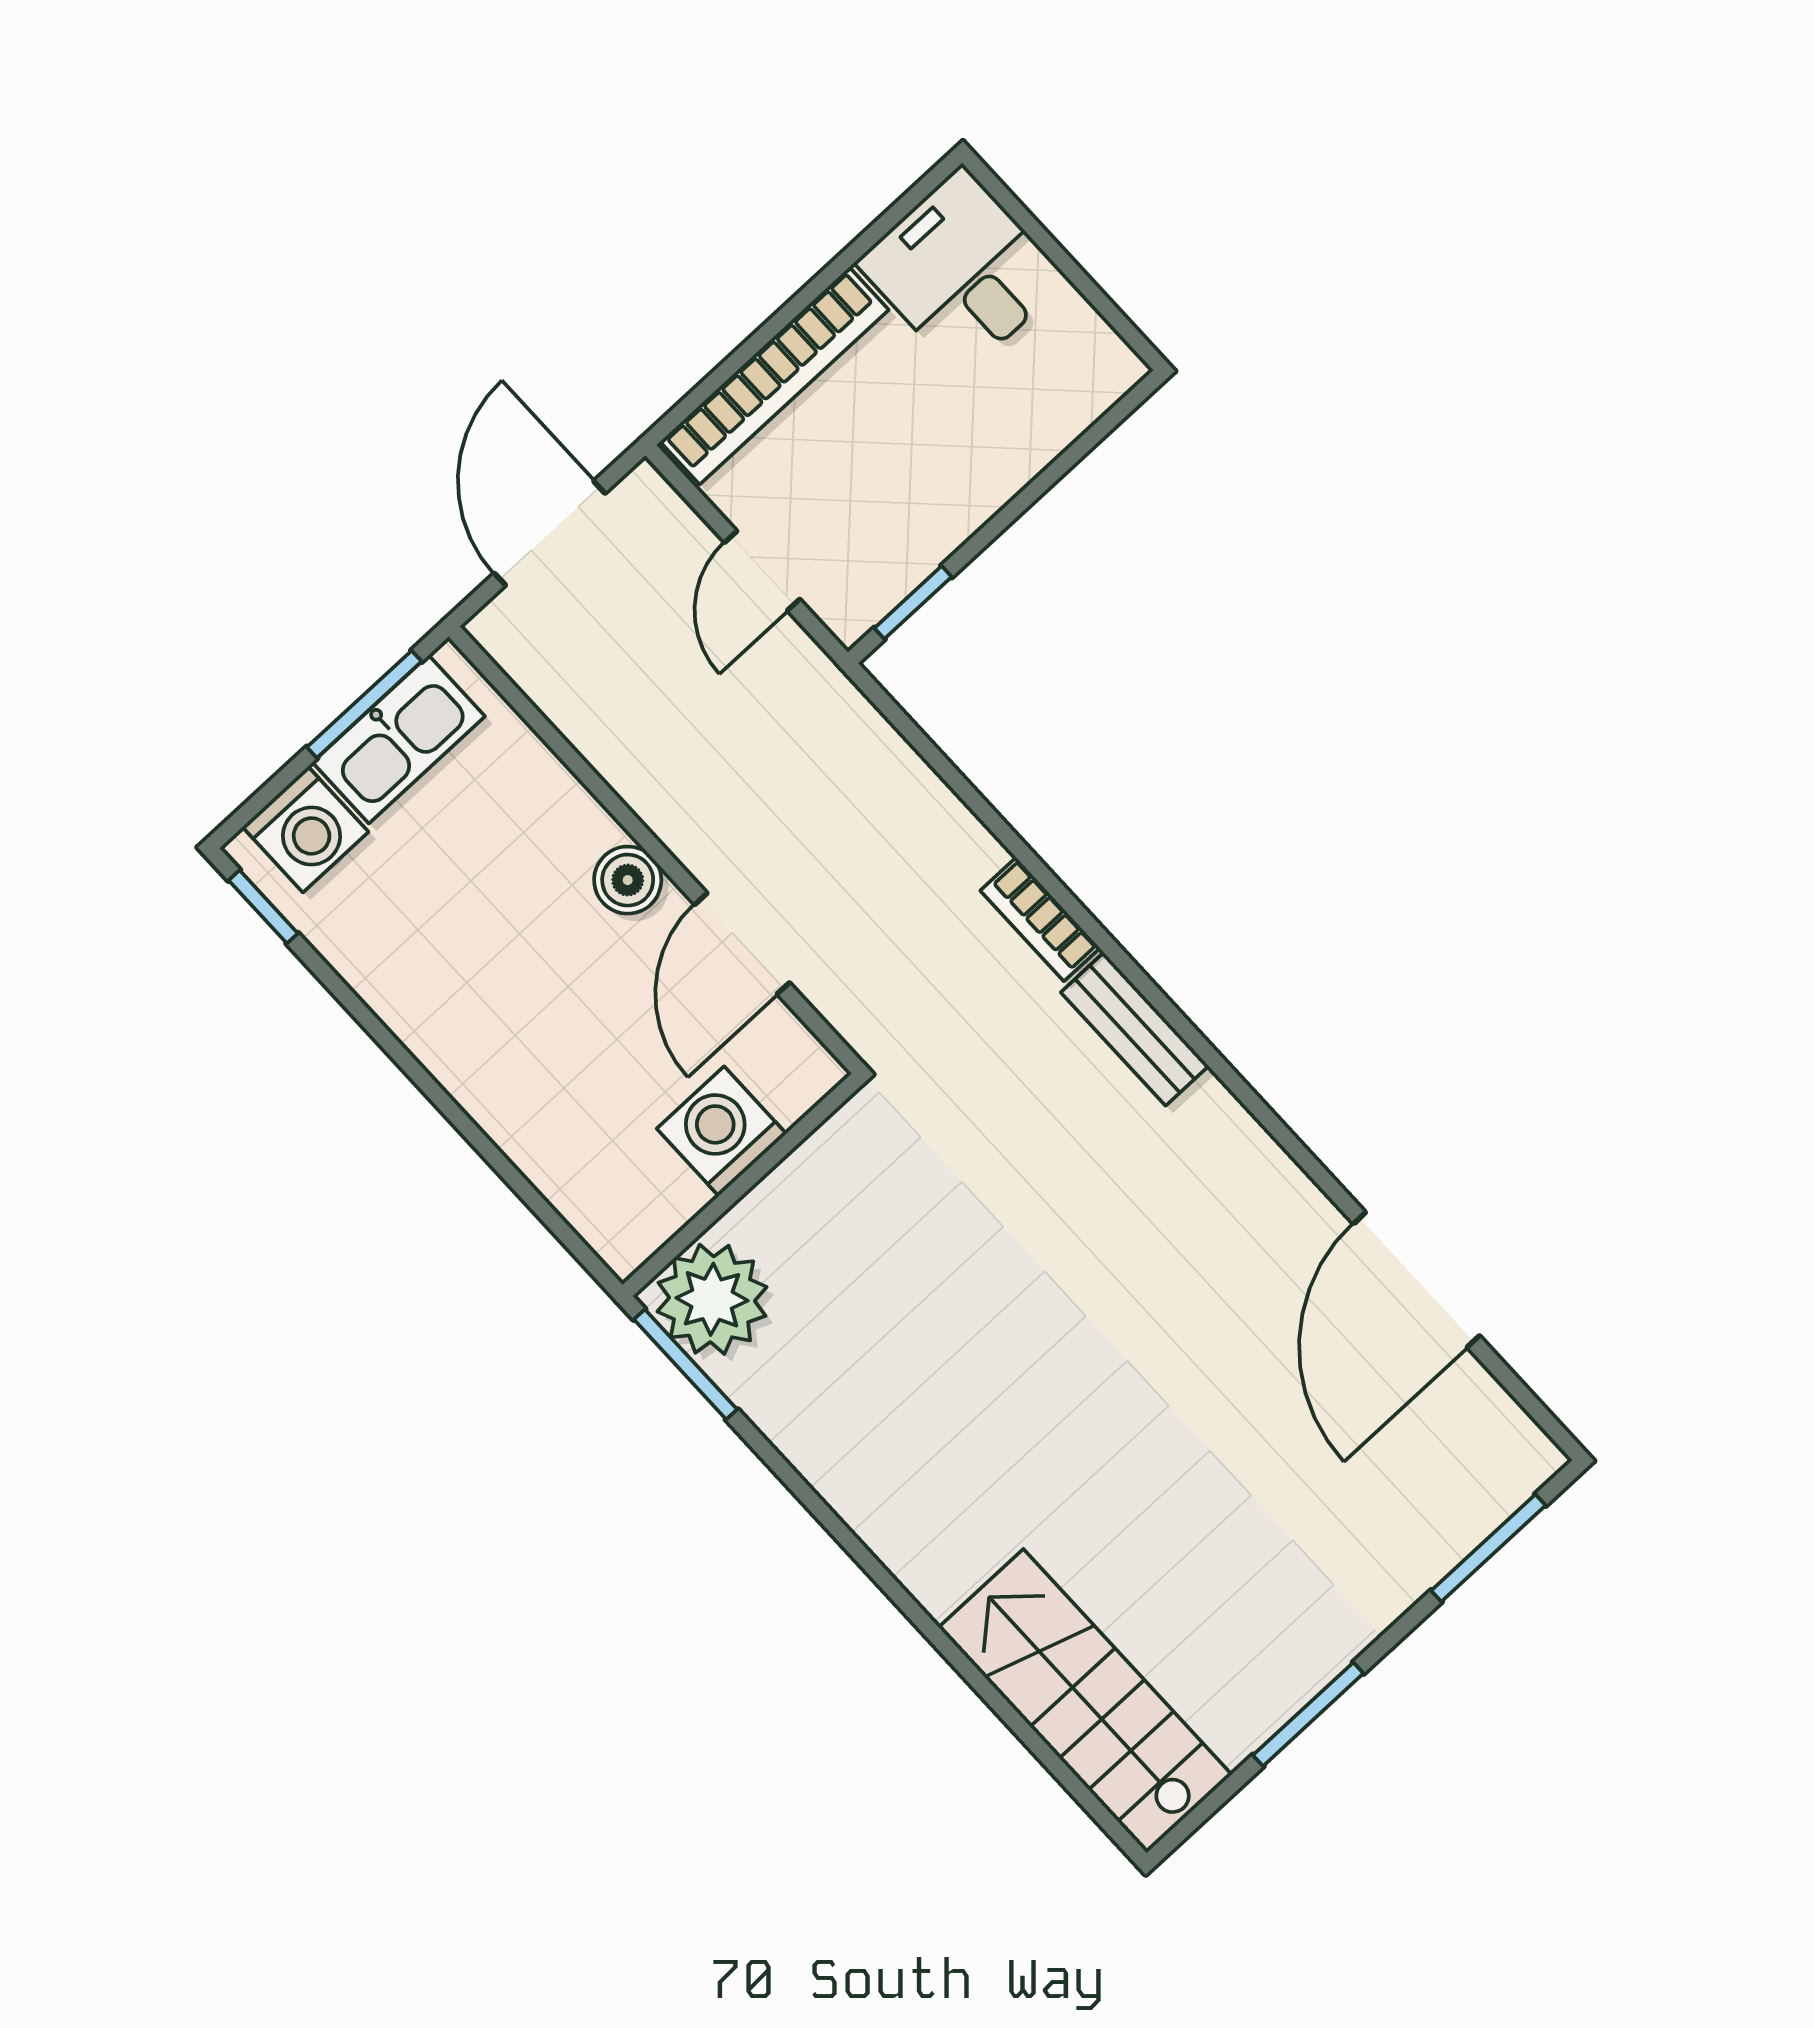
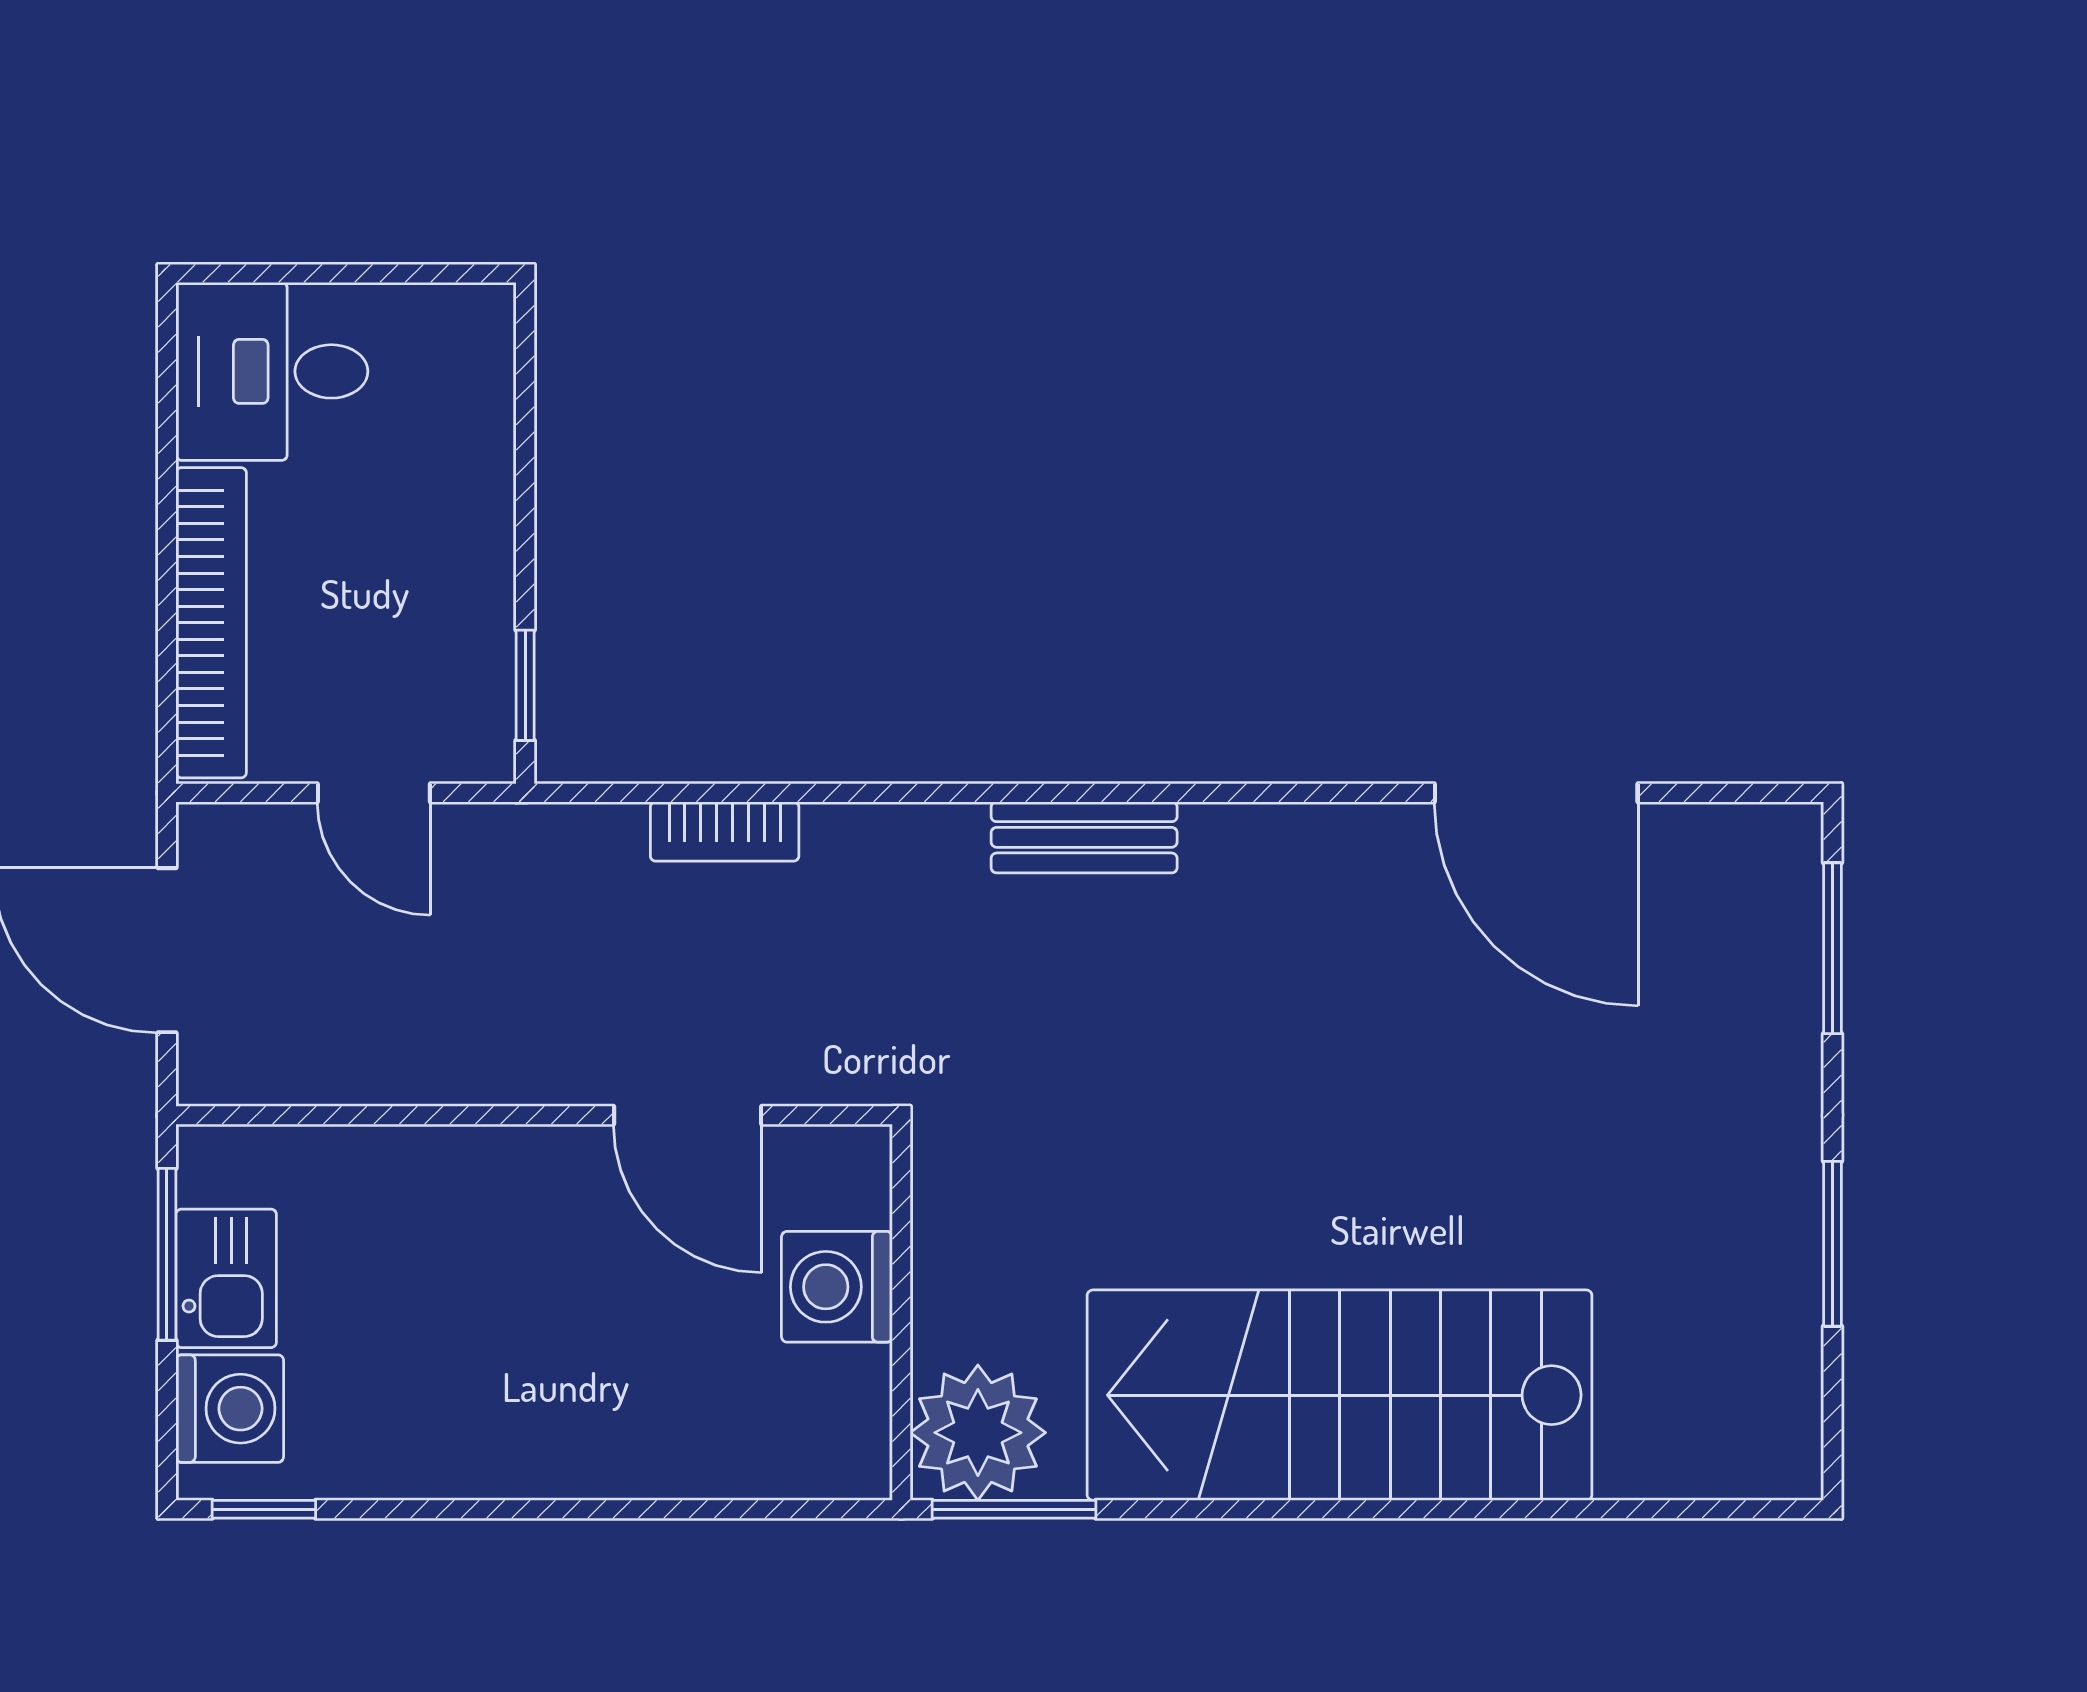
kitchen sink: (399, 739) -> (226, 1278), width x0.73
boiler: (628, 880) -> (538, 1165), removed
bookcase: (1040, 919) -> (725, 832), moved
stairs: (1085, 1701) -> (1340, 1395), moved, width x1.36, depth x1.51

